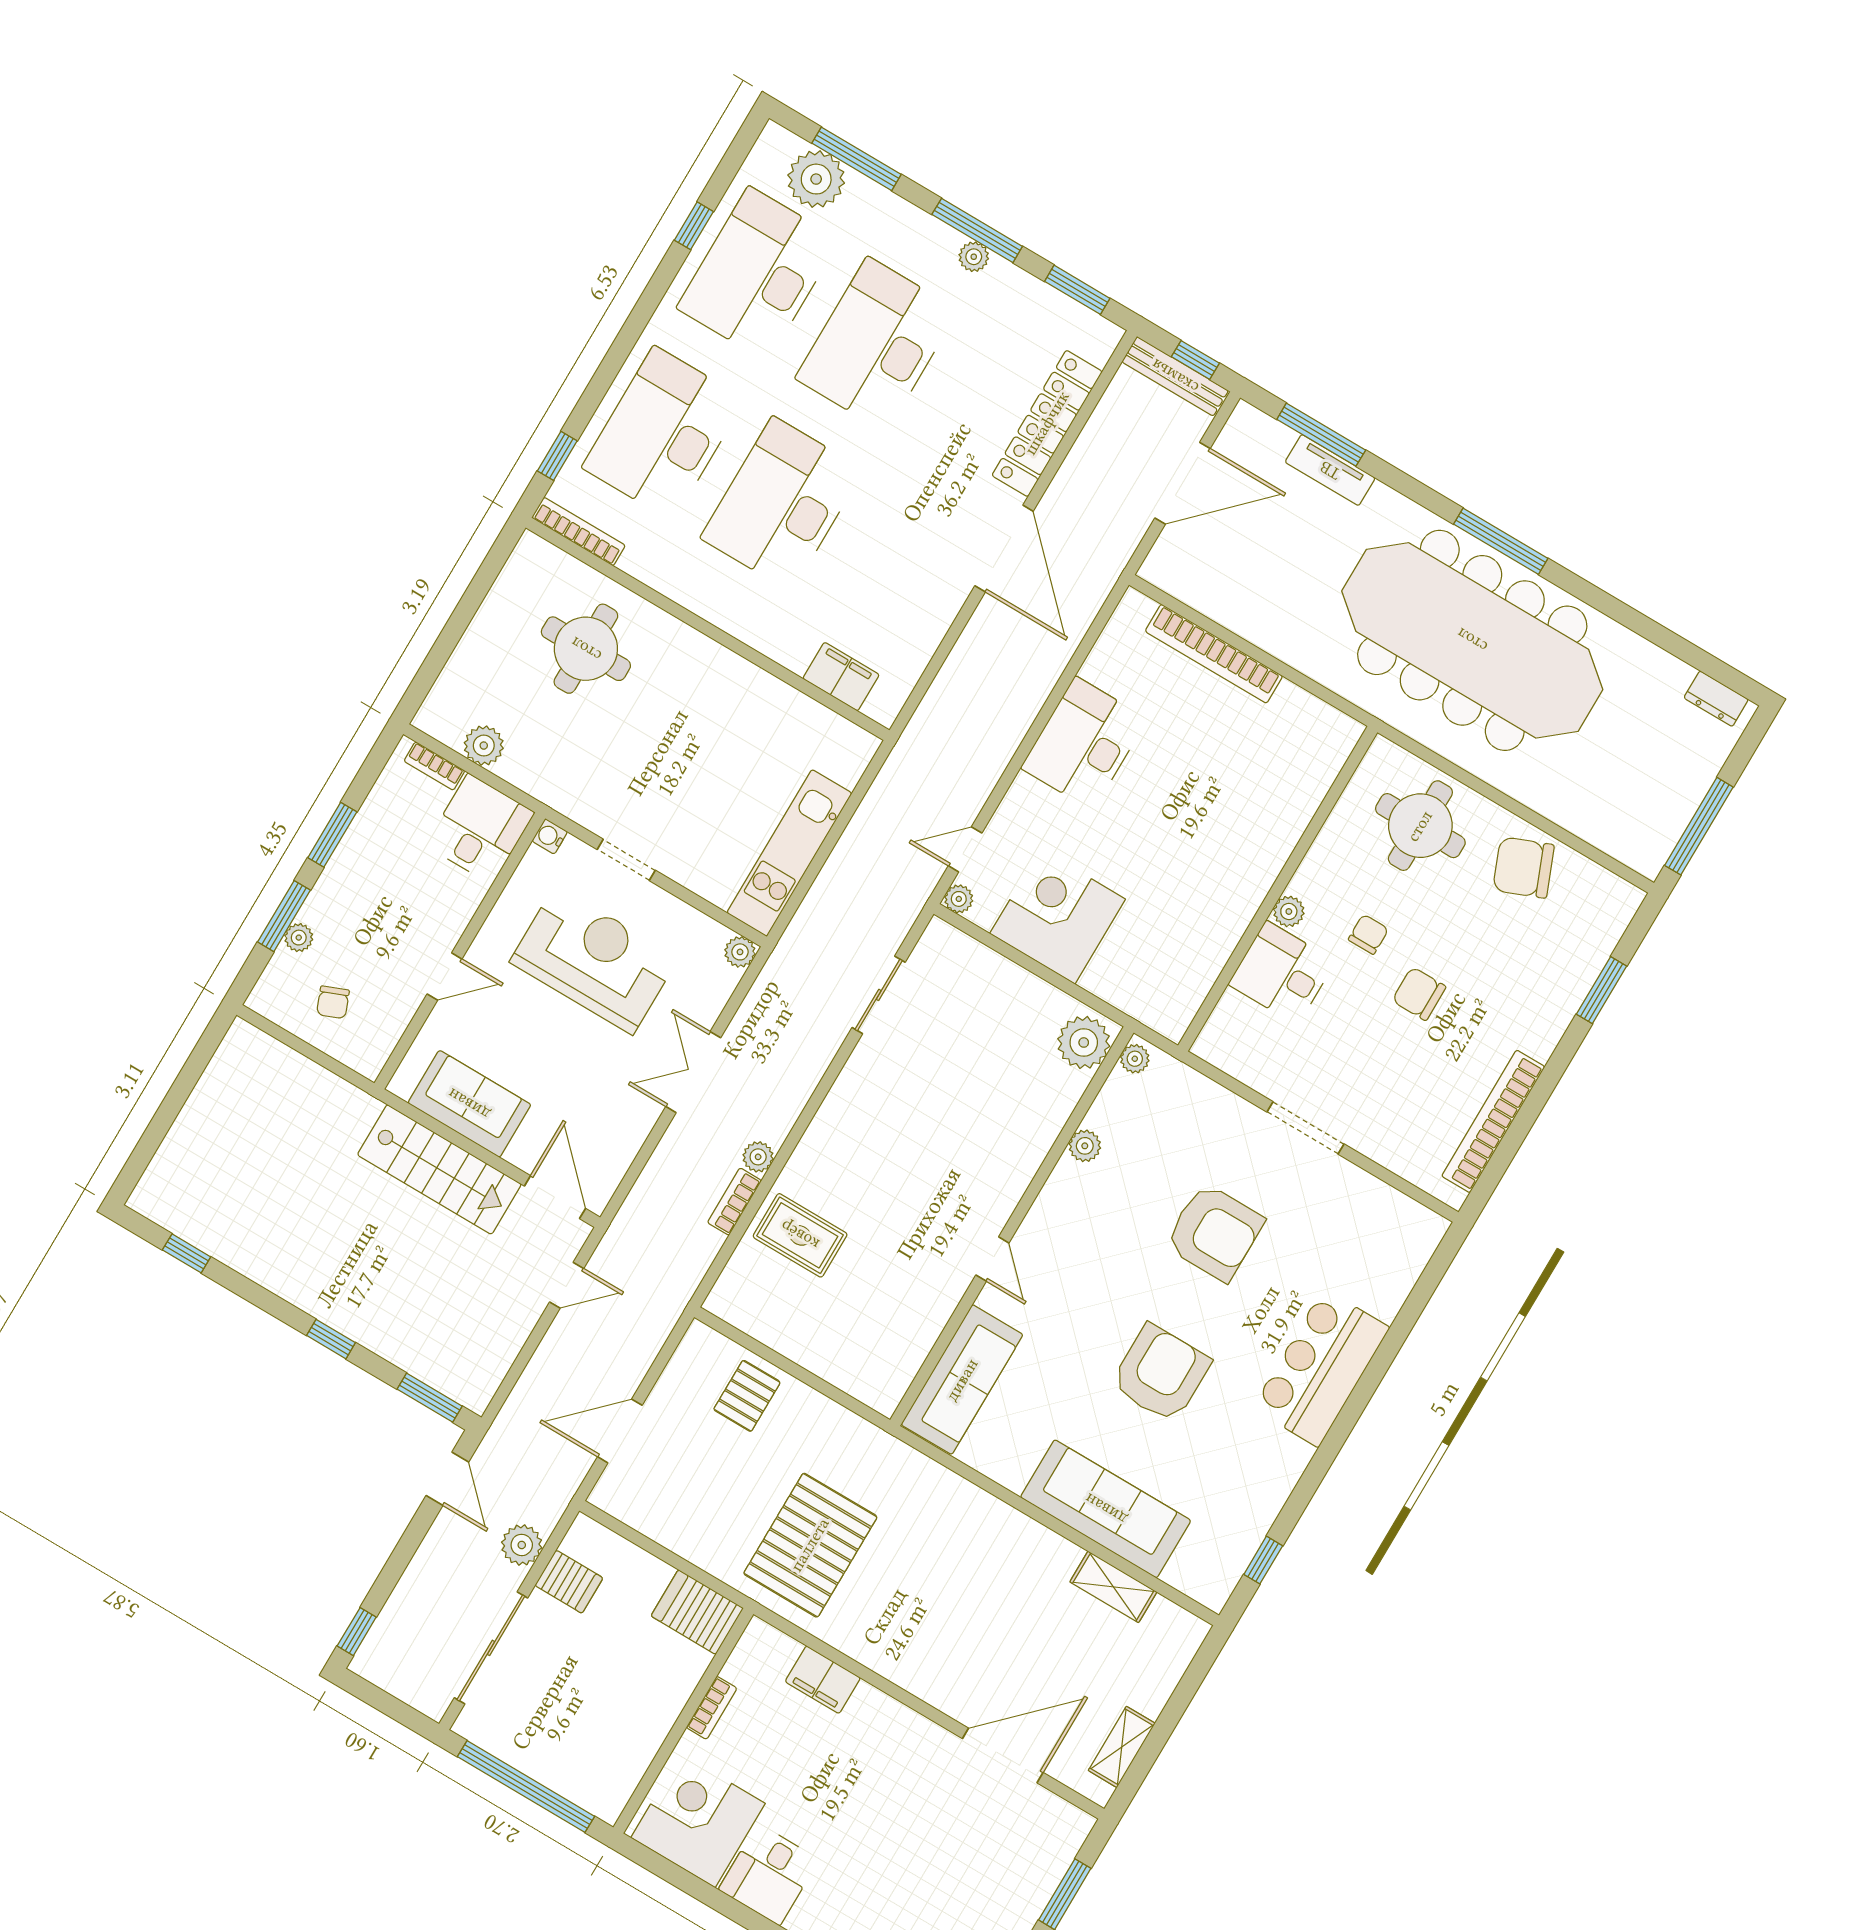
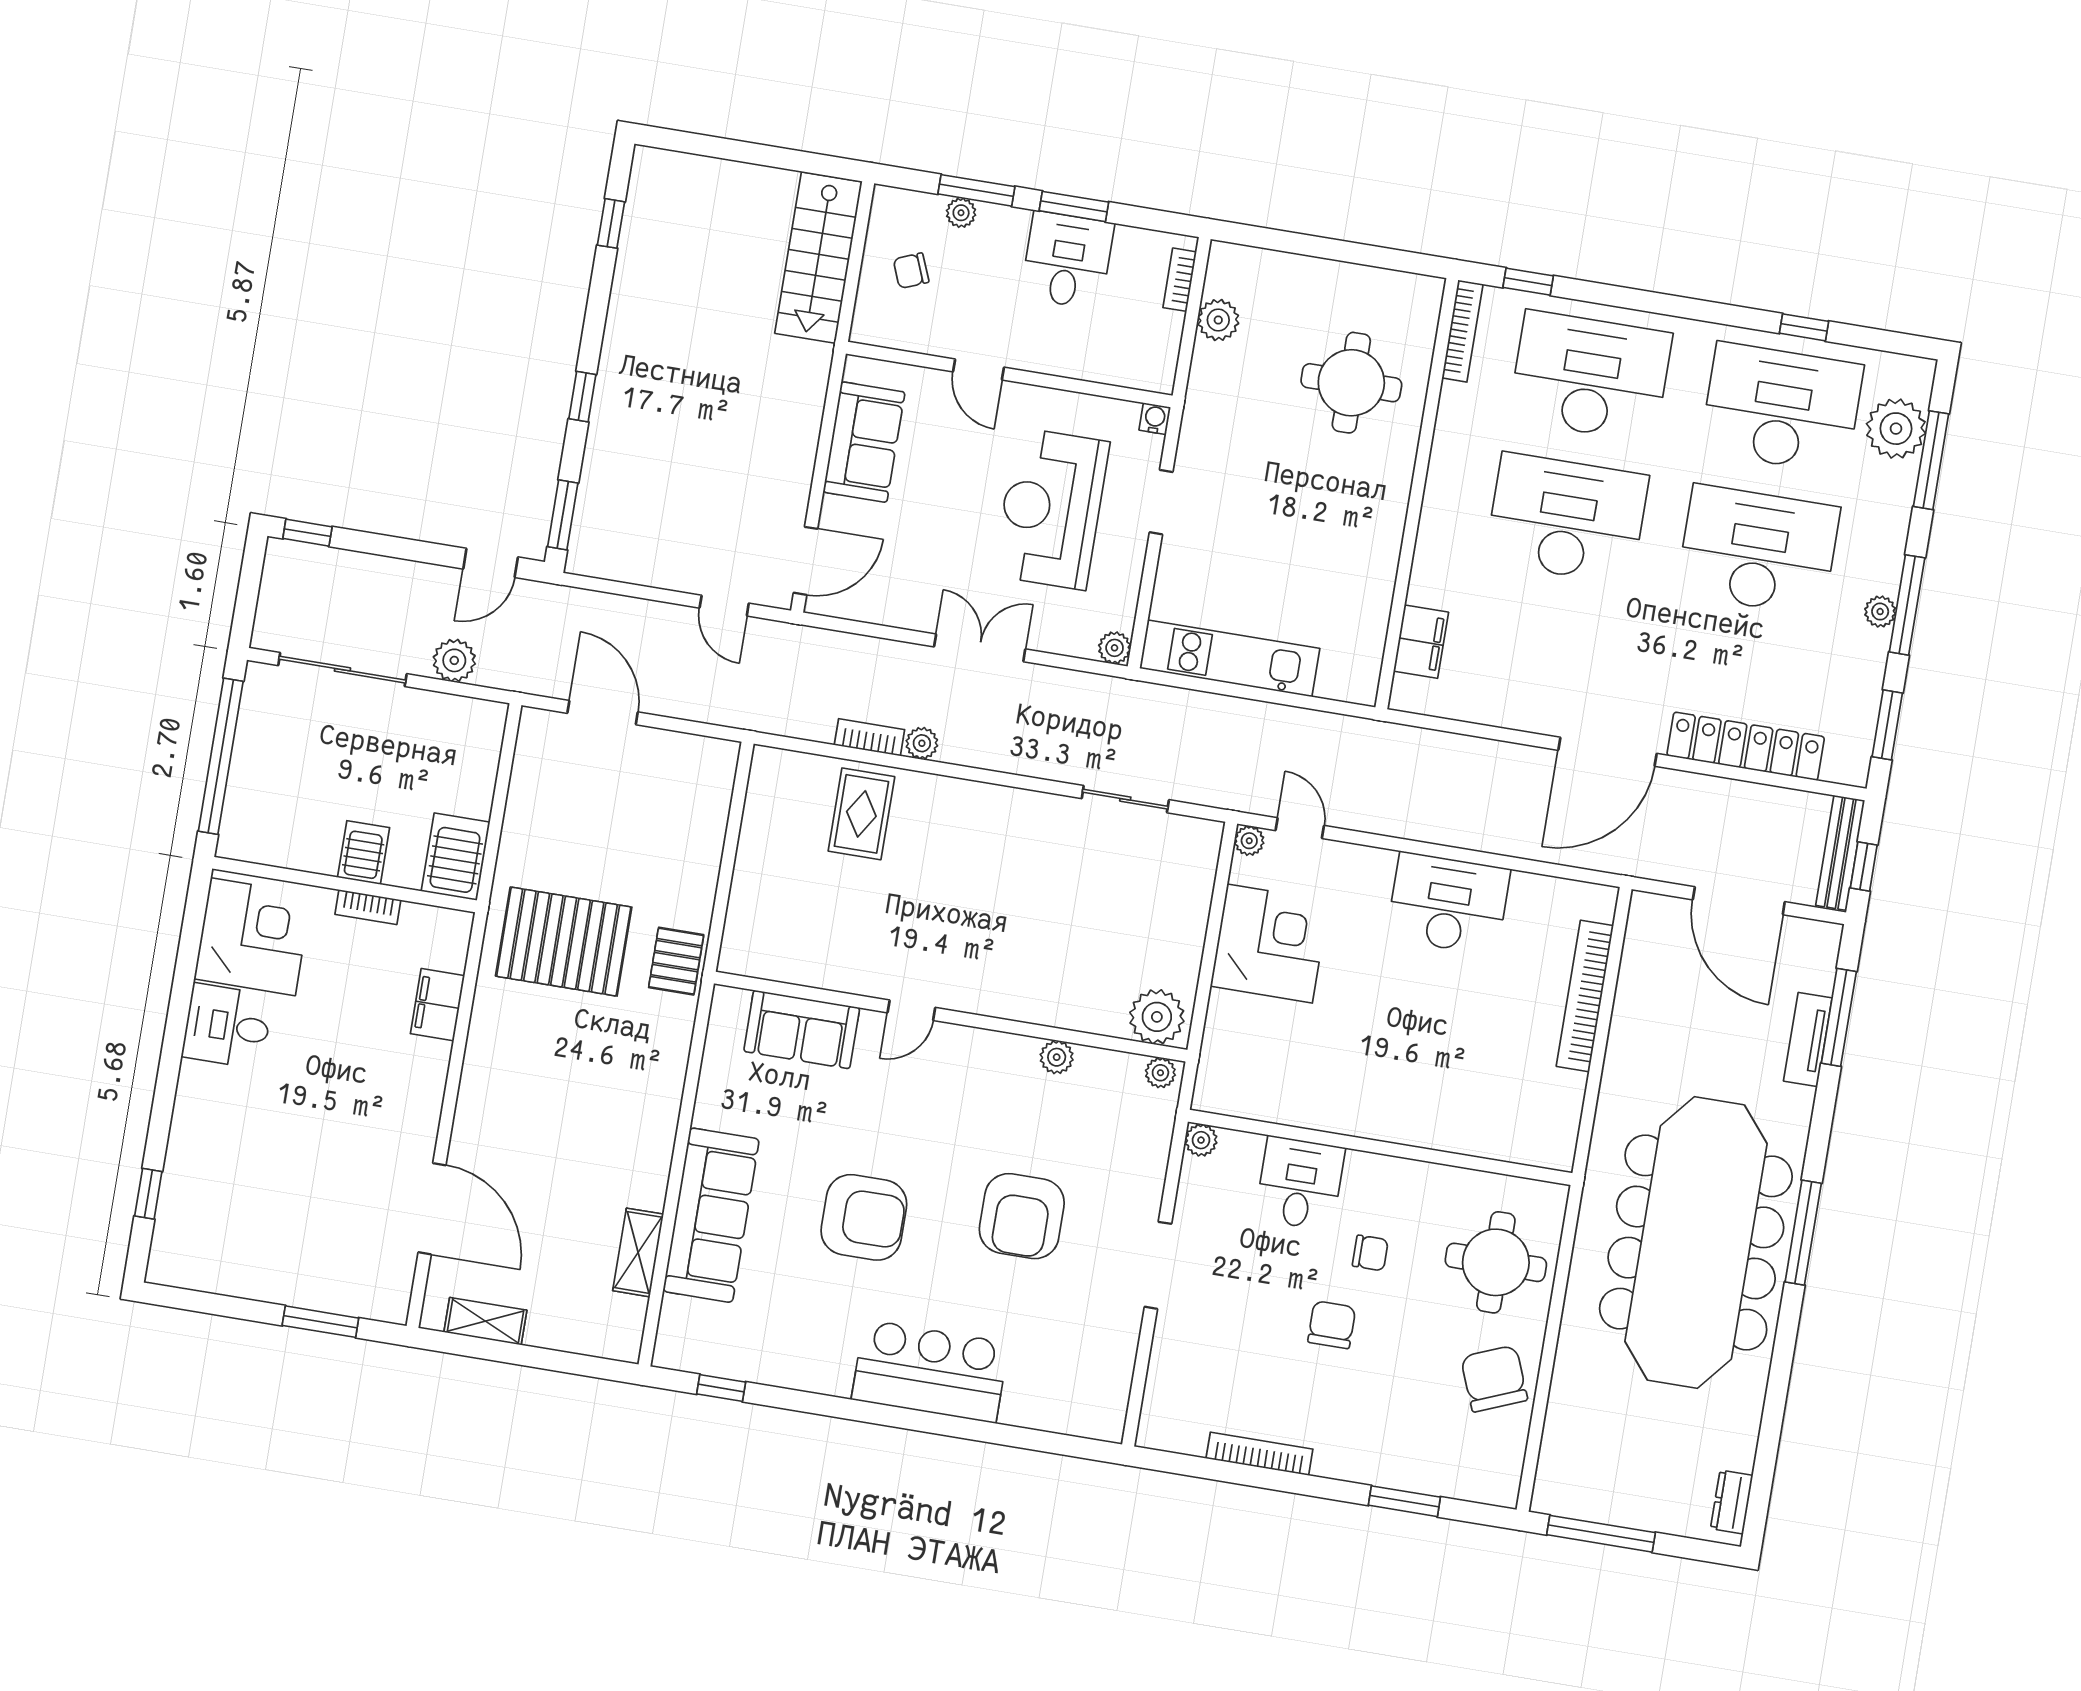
desk: (480, 829) -> (1067, 260), moved, turned -90
plant: (1289, 911) -> (1201, 1140), moved
reception desk: (594, 960) -> (1051, 509), turned 180
bookcase: (1493, 1121) -> (1259, 1454), width x0.68, depth x0.76
stairs: (439, 1169) -> (818, 258), moved
sofa: (962, 1380) -> (802, 1029), width x0.73
pallet: (747, 1396) -> (676, 961), moved, turned 90
server rack: (569, 1582) -> (364, 852), moved, turned 180

